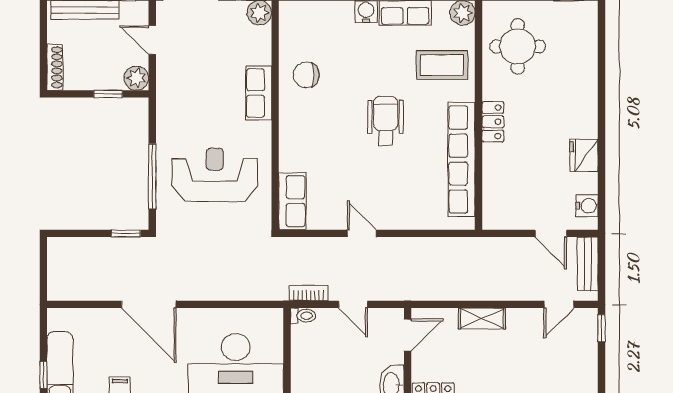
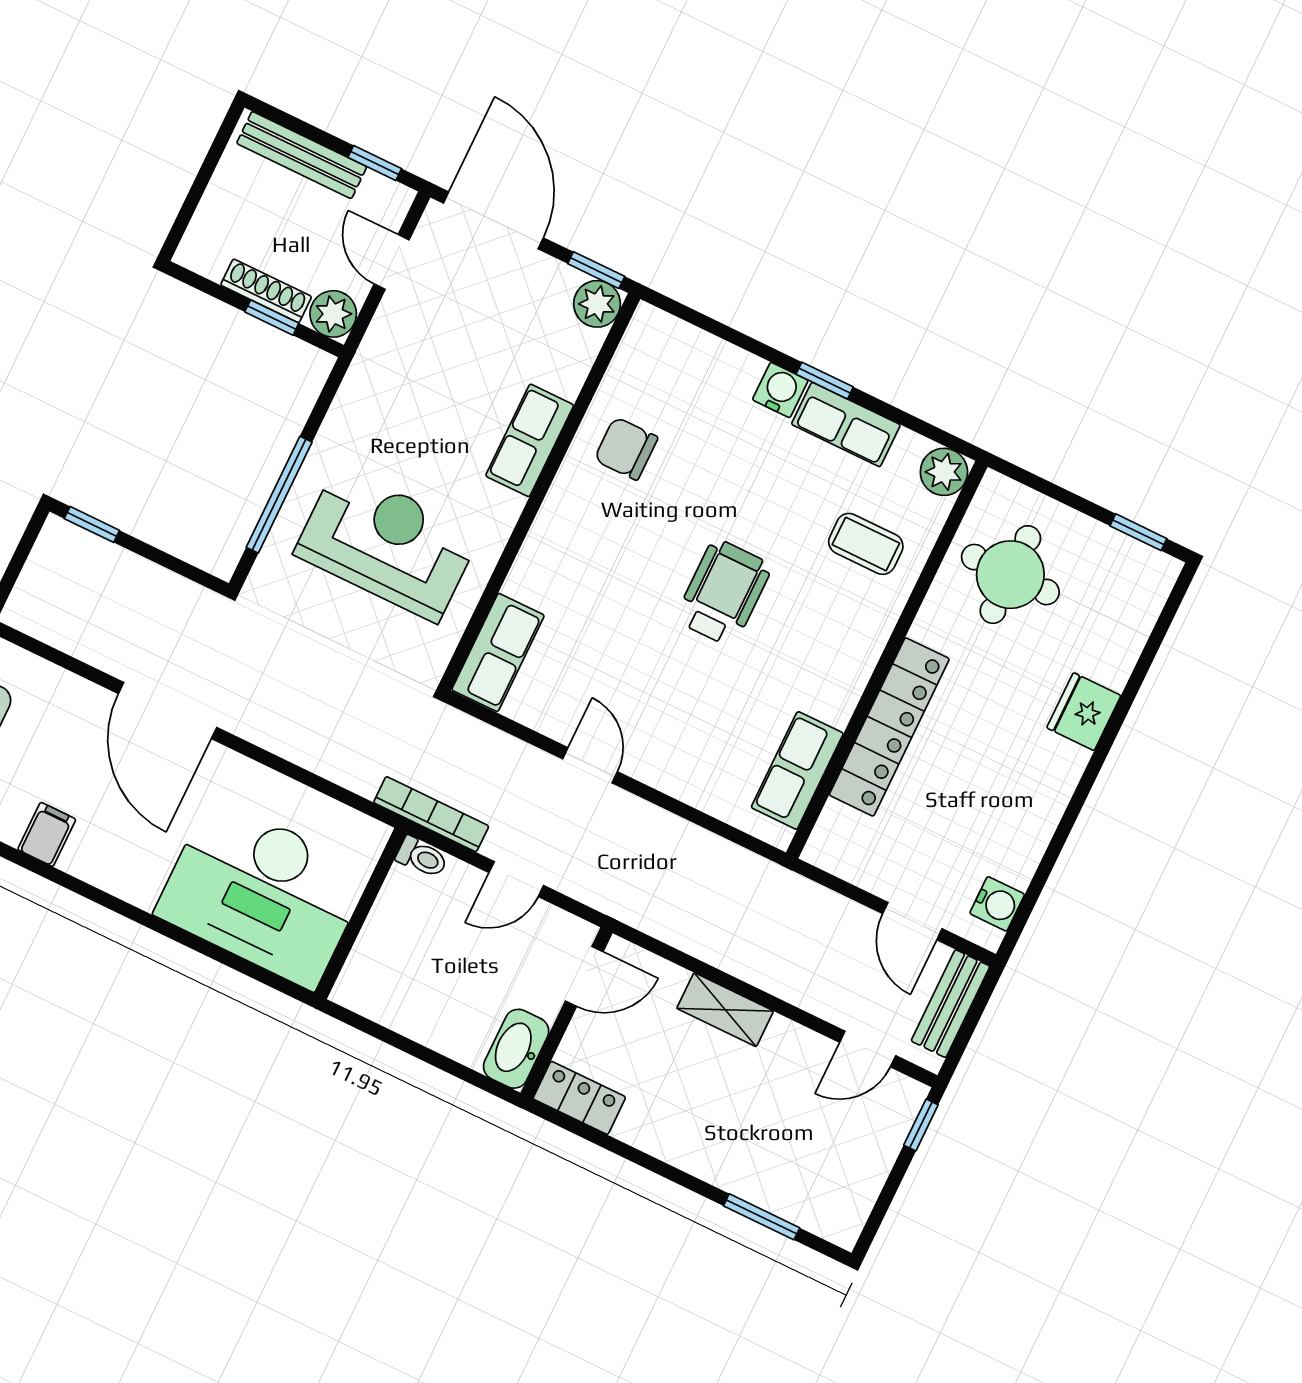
coffee table: (442, 65) -> (866, 544), width x0.73, depth x0.77
shoe rack: (55, 67) -> (266, 291), moved, turned -90
locker: (493, 122) -> (889, 727), width x2.16, depth x1.21
fridge: (584, 155) -> (1084, 712), moved
row of seats: (461, 160) -> (797, 770), width x0.50
window: (126, 233) -> (92, 524), moved
bookcase: (309, 293) -> (431, 814), width x1.56
door: (353, 304) -> (516, 879), hinge flipped

